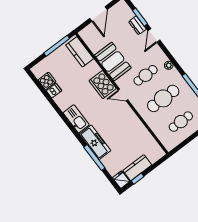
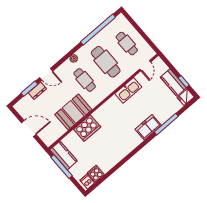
kitchen counter: (80, 52) -> (64, 155), moved, turned -90
cooker: (103, 85) -> (87, 128), moved
dishwasher: (54, 91) -> (87, 182), moved
door: (123, 95) -> (145, 66), moved
kitchen sink: (76, 119) -> (128, 90), moved, turned 180
freezer: (95, 142) -> (148, 127), width x0.71

